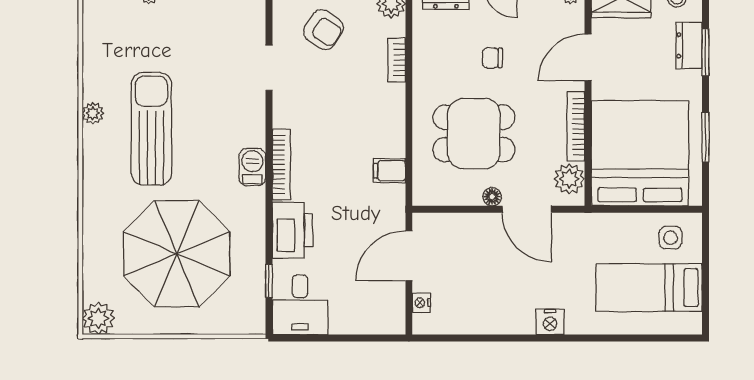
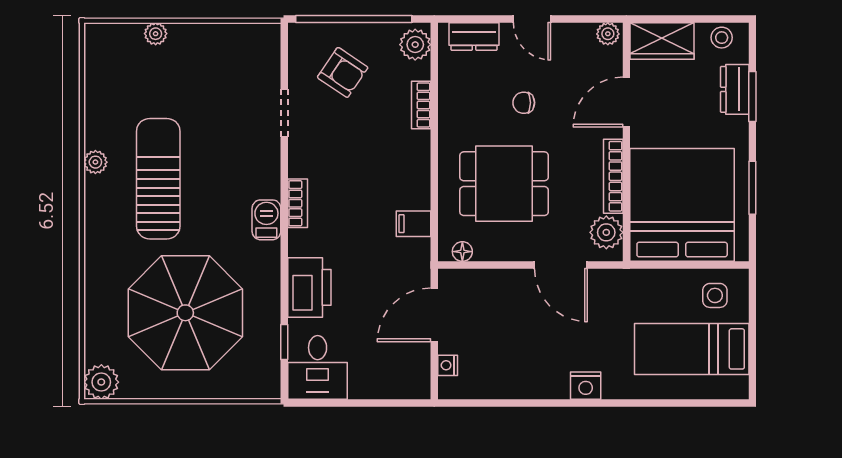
bookcase: (281, 165) -> (298, 203), width x0.64
floor lamp: (492, 197) -> (462, 252), moved

